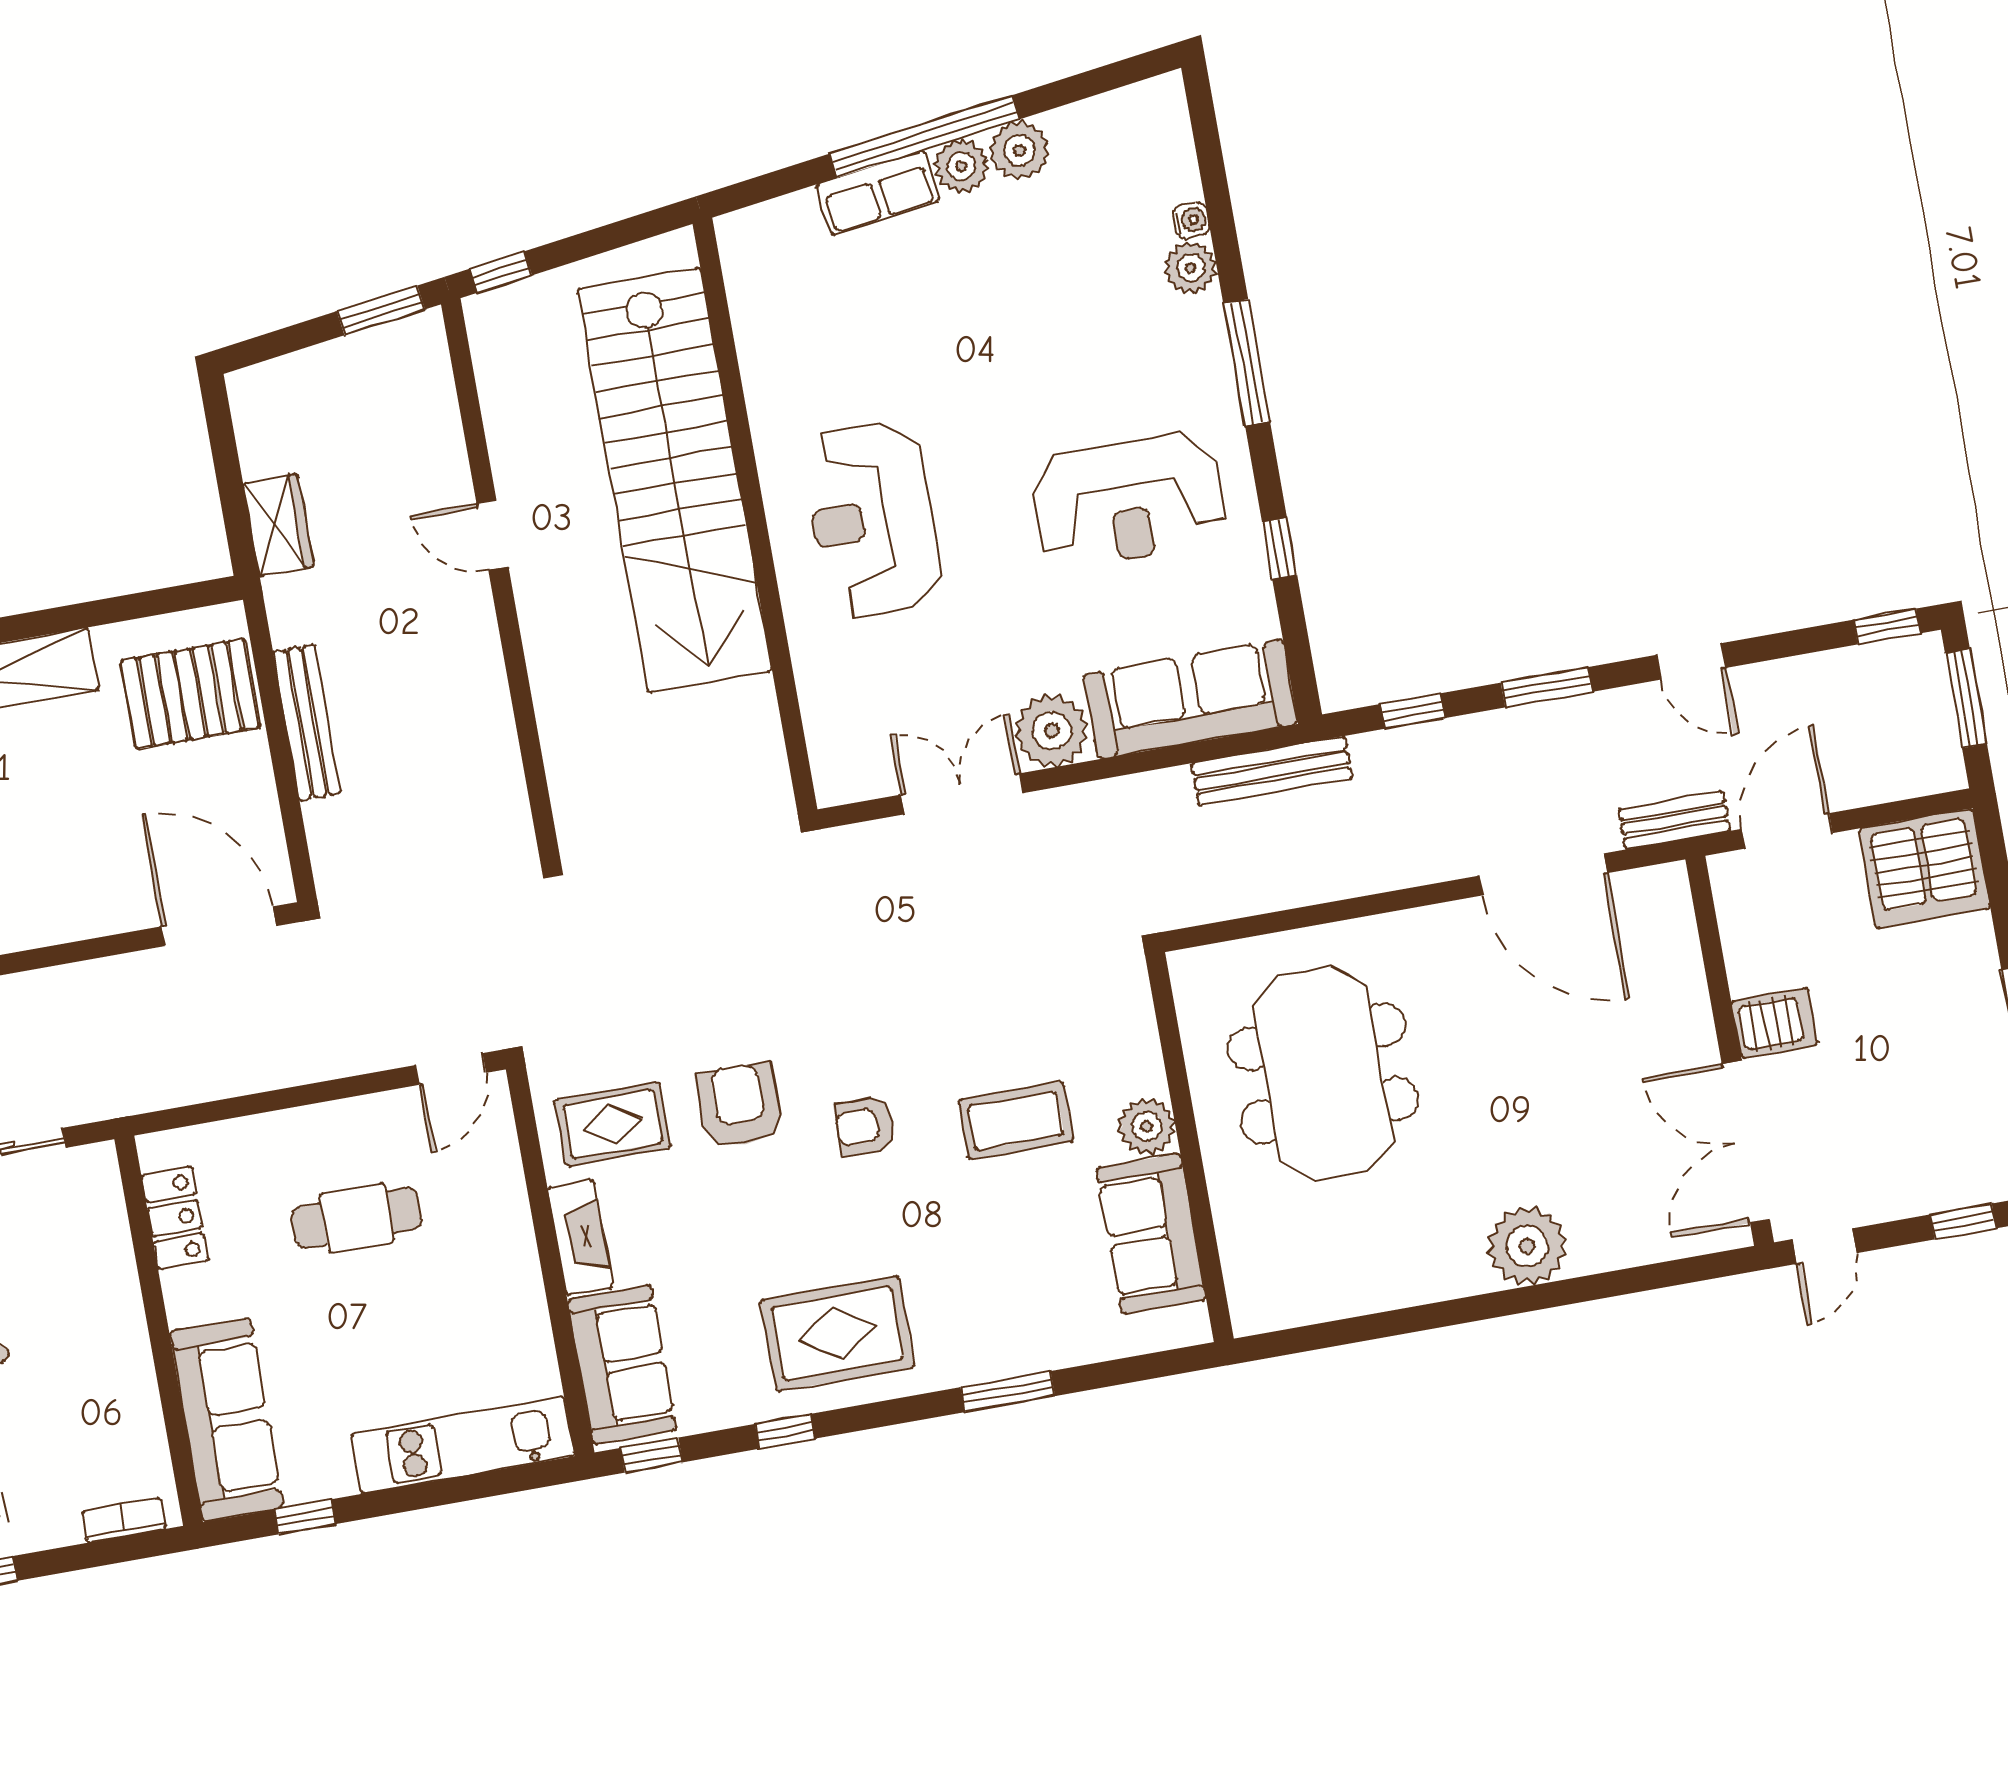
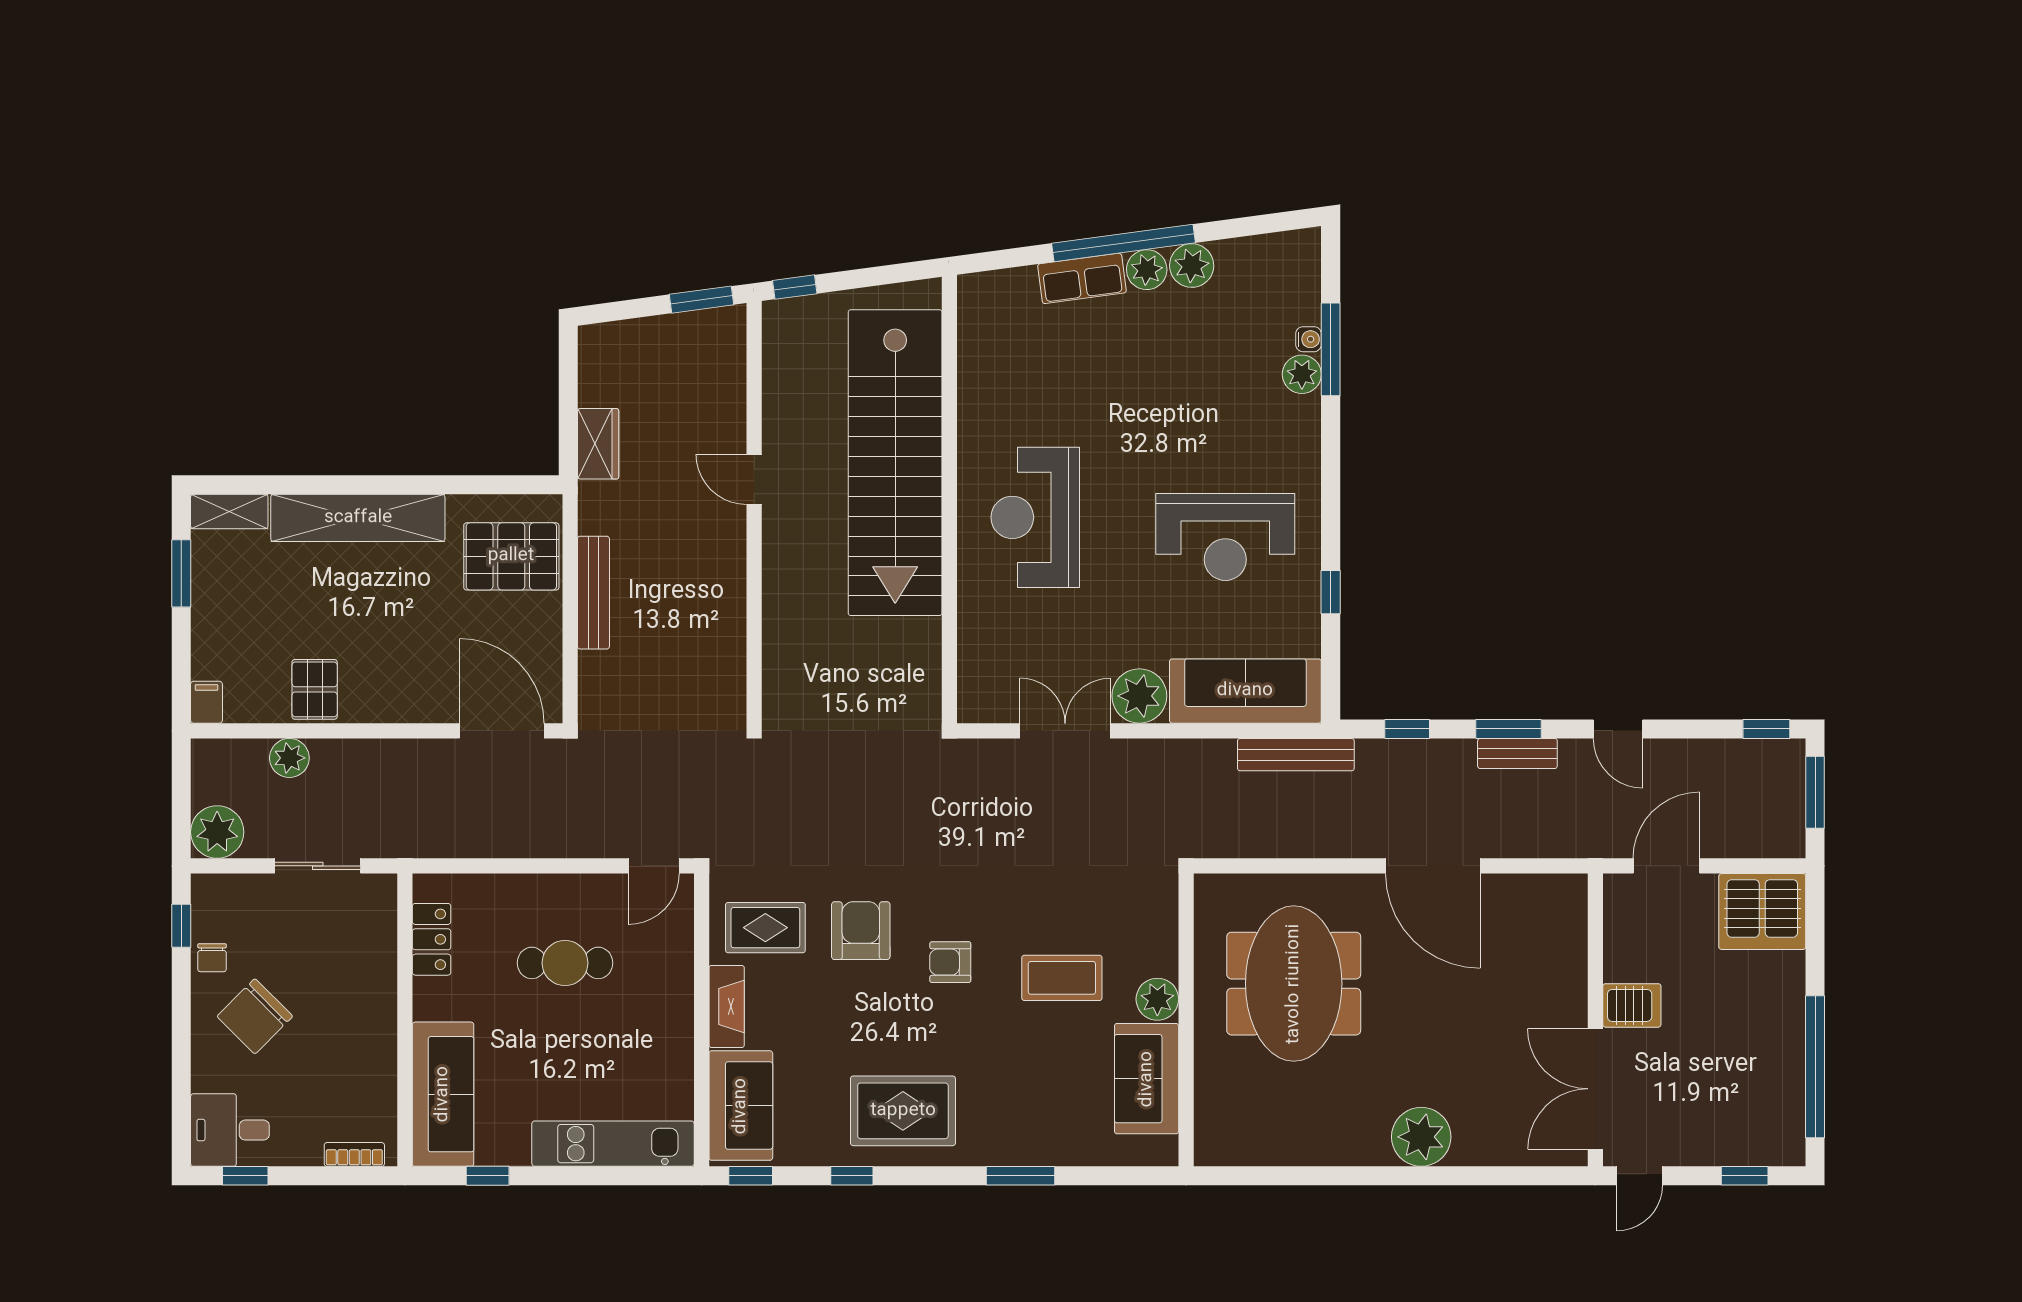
window: (1247, 362) -> (1331, 349), moved
bench: (1674, 820) -> (1517, 753), moved
door: (1543, 874) -> (1433, 866), moved

